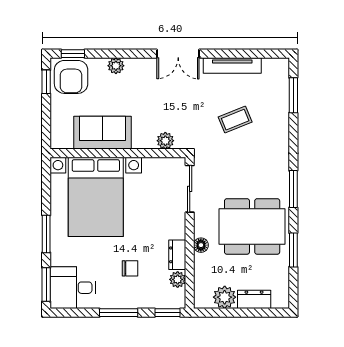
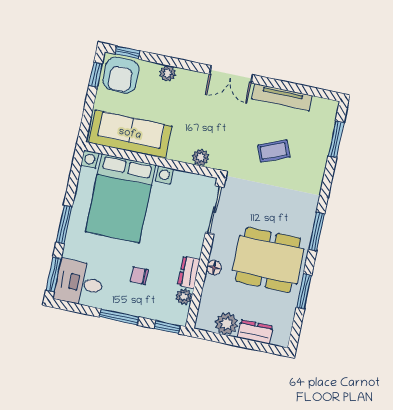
sofa: (103, 133) -> (130, 134), width x1.36
chair: (130, 268) -> (139, 276), turned 180

